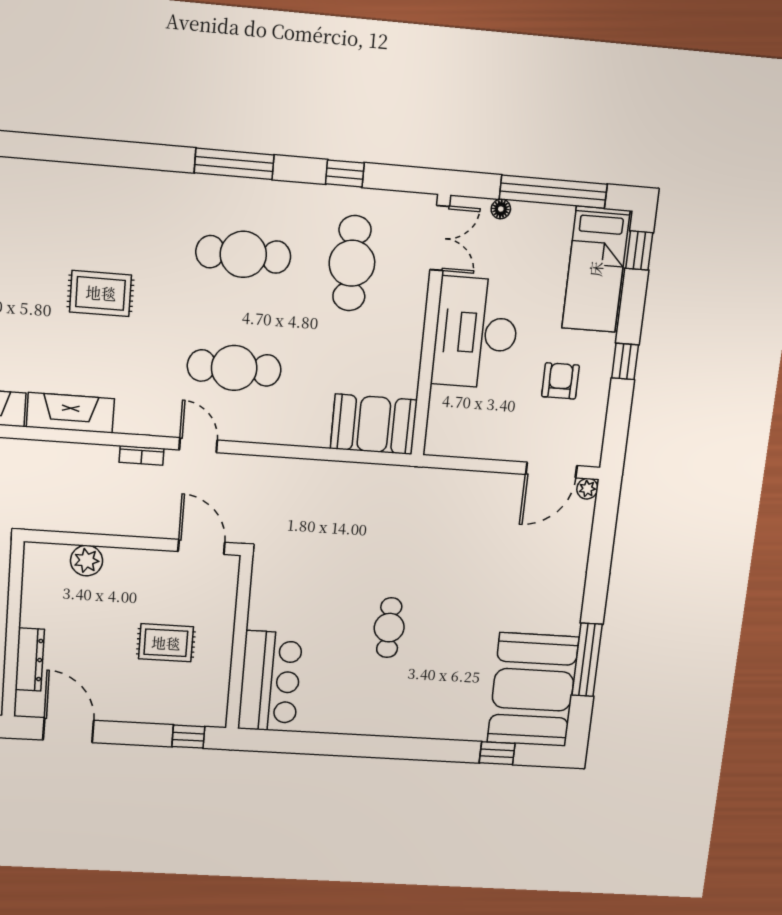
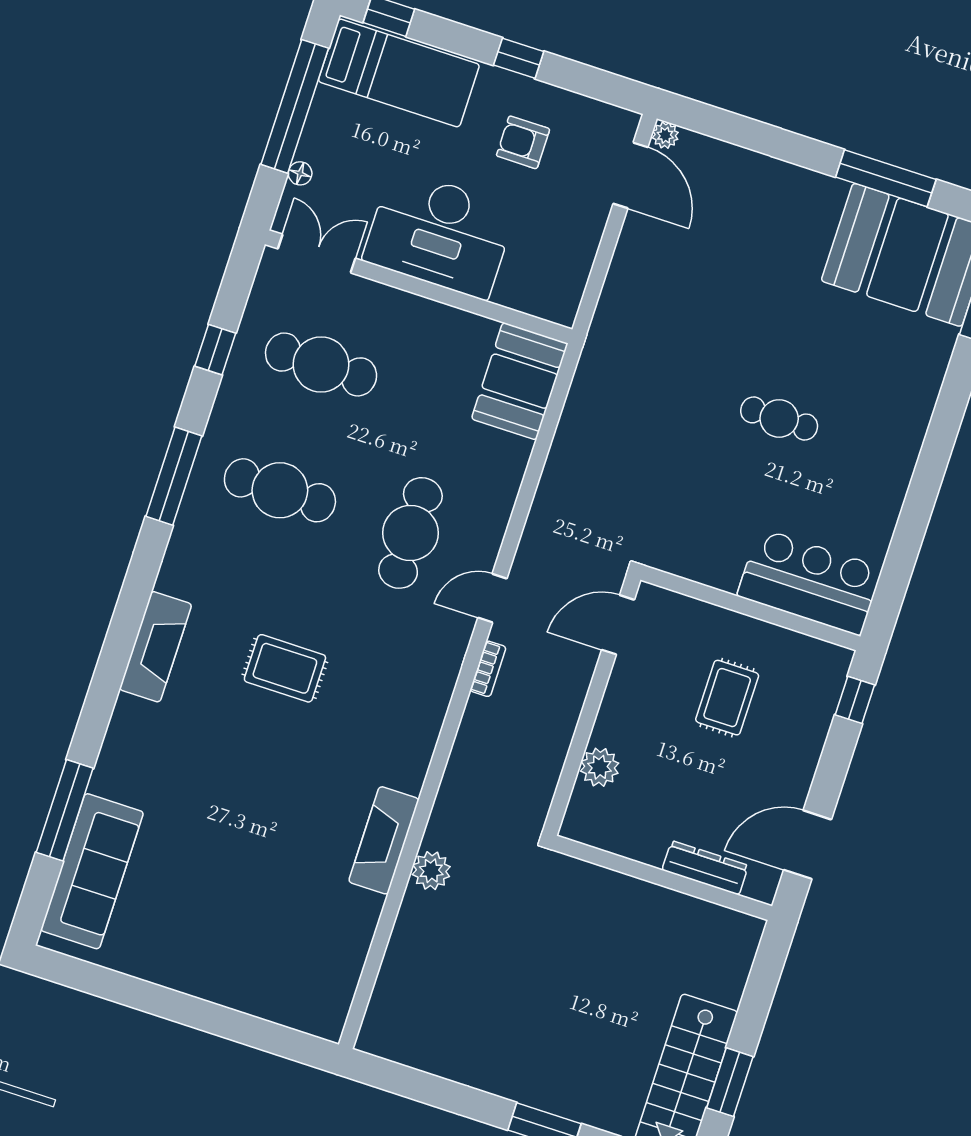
cafe table: (243, 254) -> (280, 490), turned 90
rug: (101, 293) -> (285, 668), turned 90
fireplace: (70, 413) -> (156, 647), moved, turned 180

